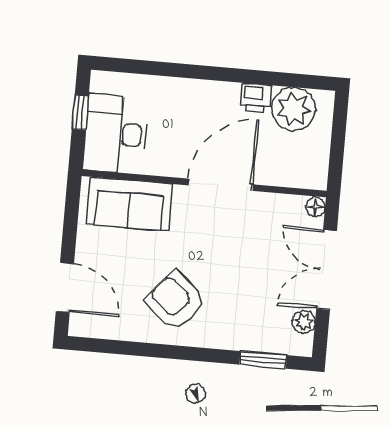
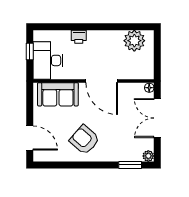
printer: (256, 98) -> (79, 37), moved
door: (221, 185) -> (102, 81), swing flipped
plant: (304, 322) -> (148, 156), moved

